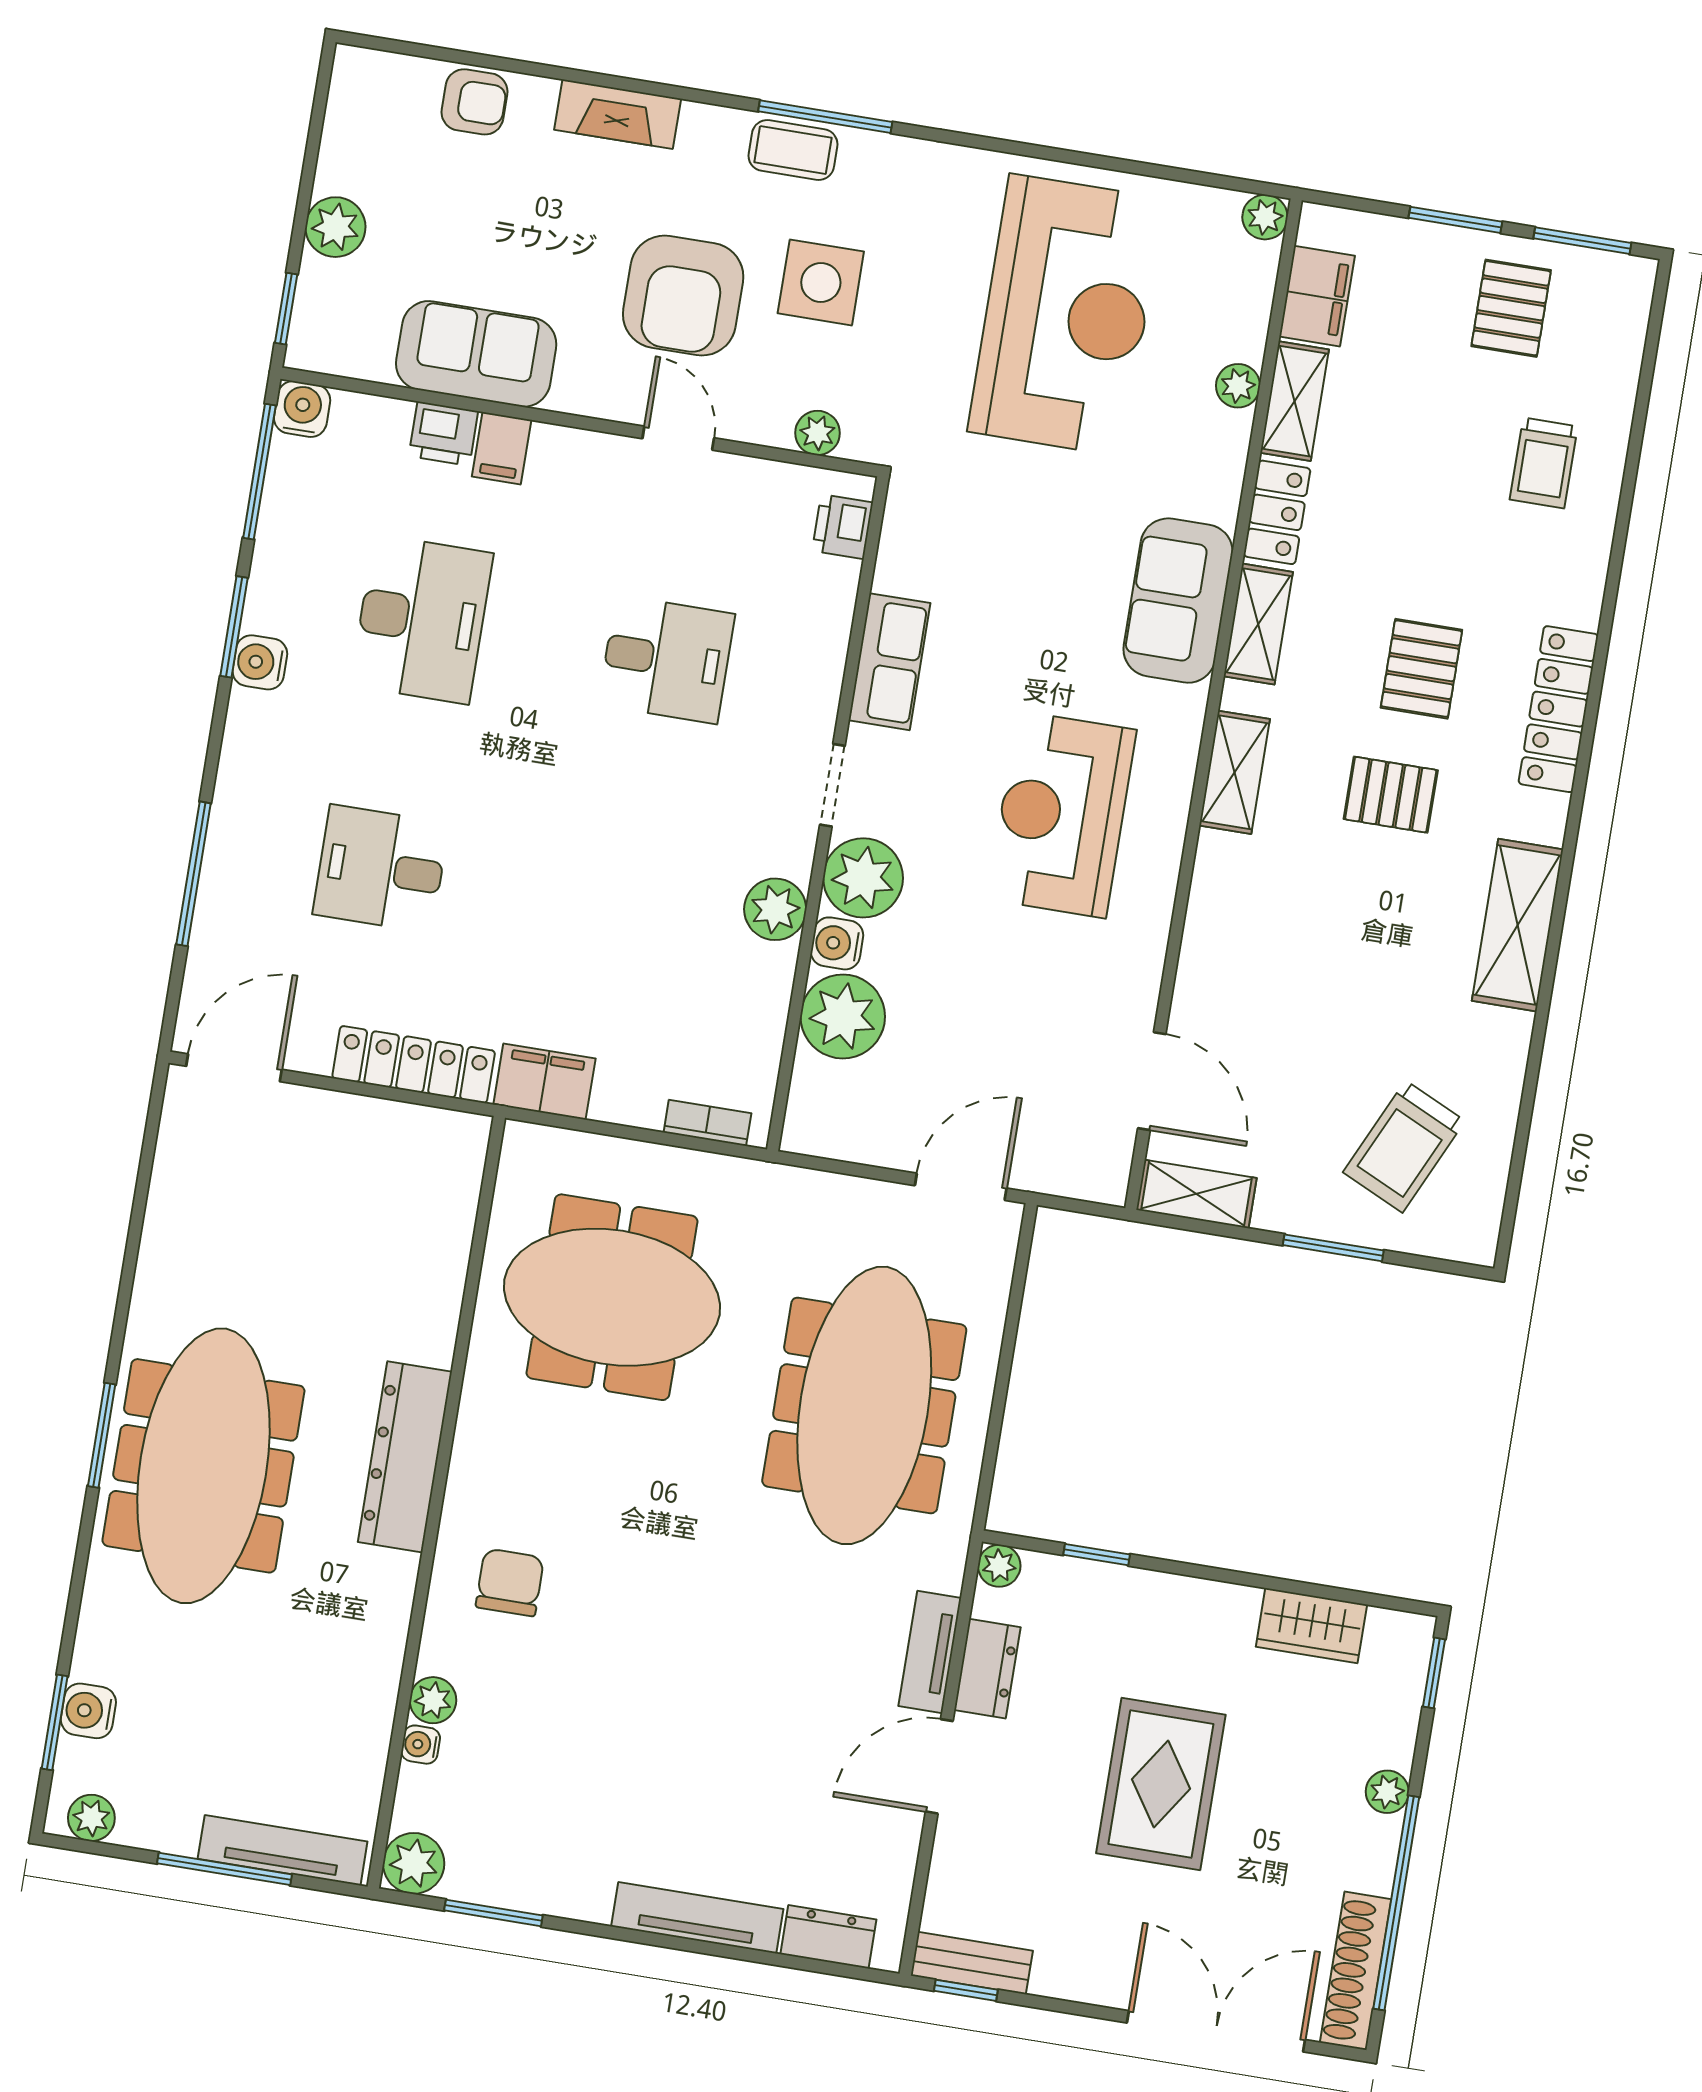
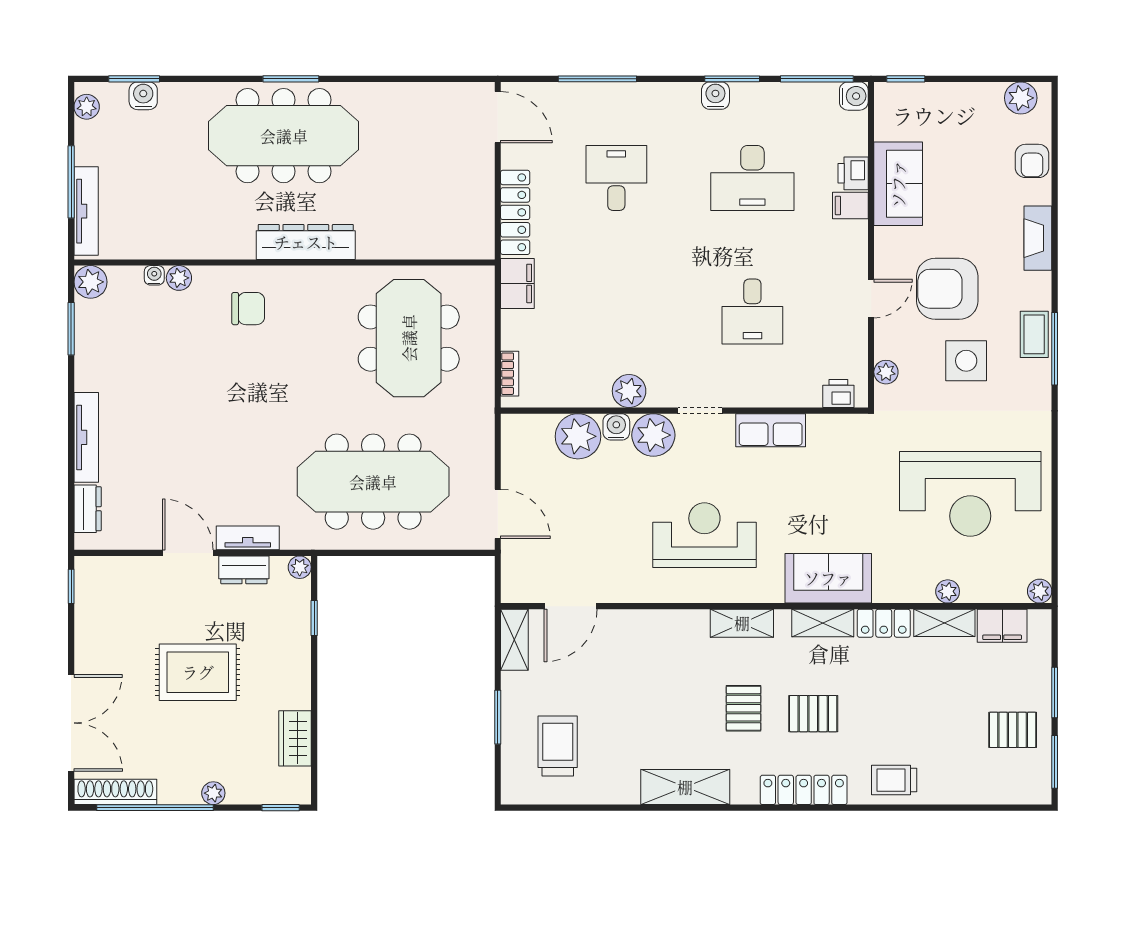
plant: (335, 227) -> (1021, 98), moved
trolley: (1544, 463) -> (894, 780), moved
trolley: (1404, 1147) -> (558, 746), turned 65
bench: (972, 1963) -> (86, 587), removed

